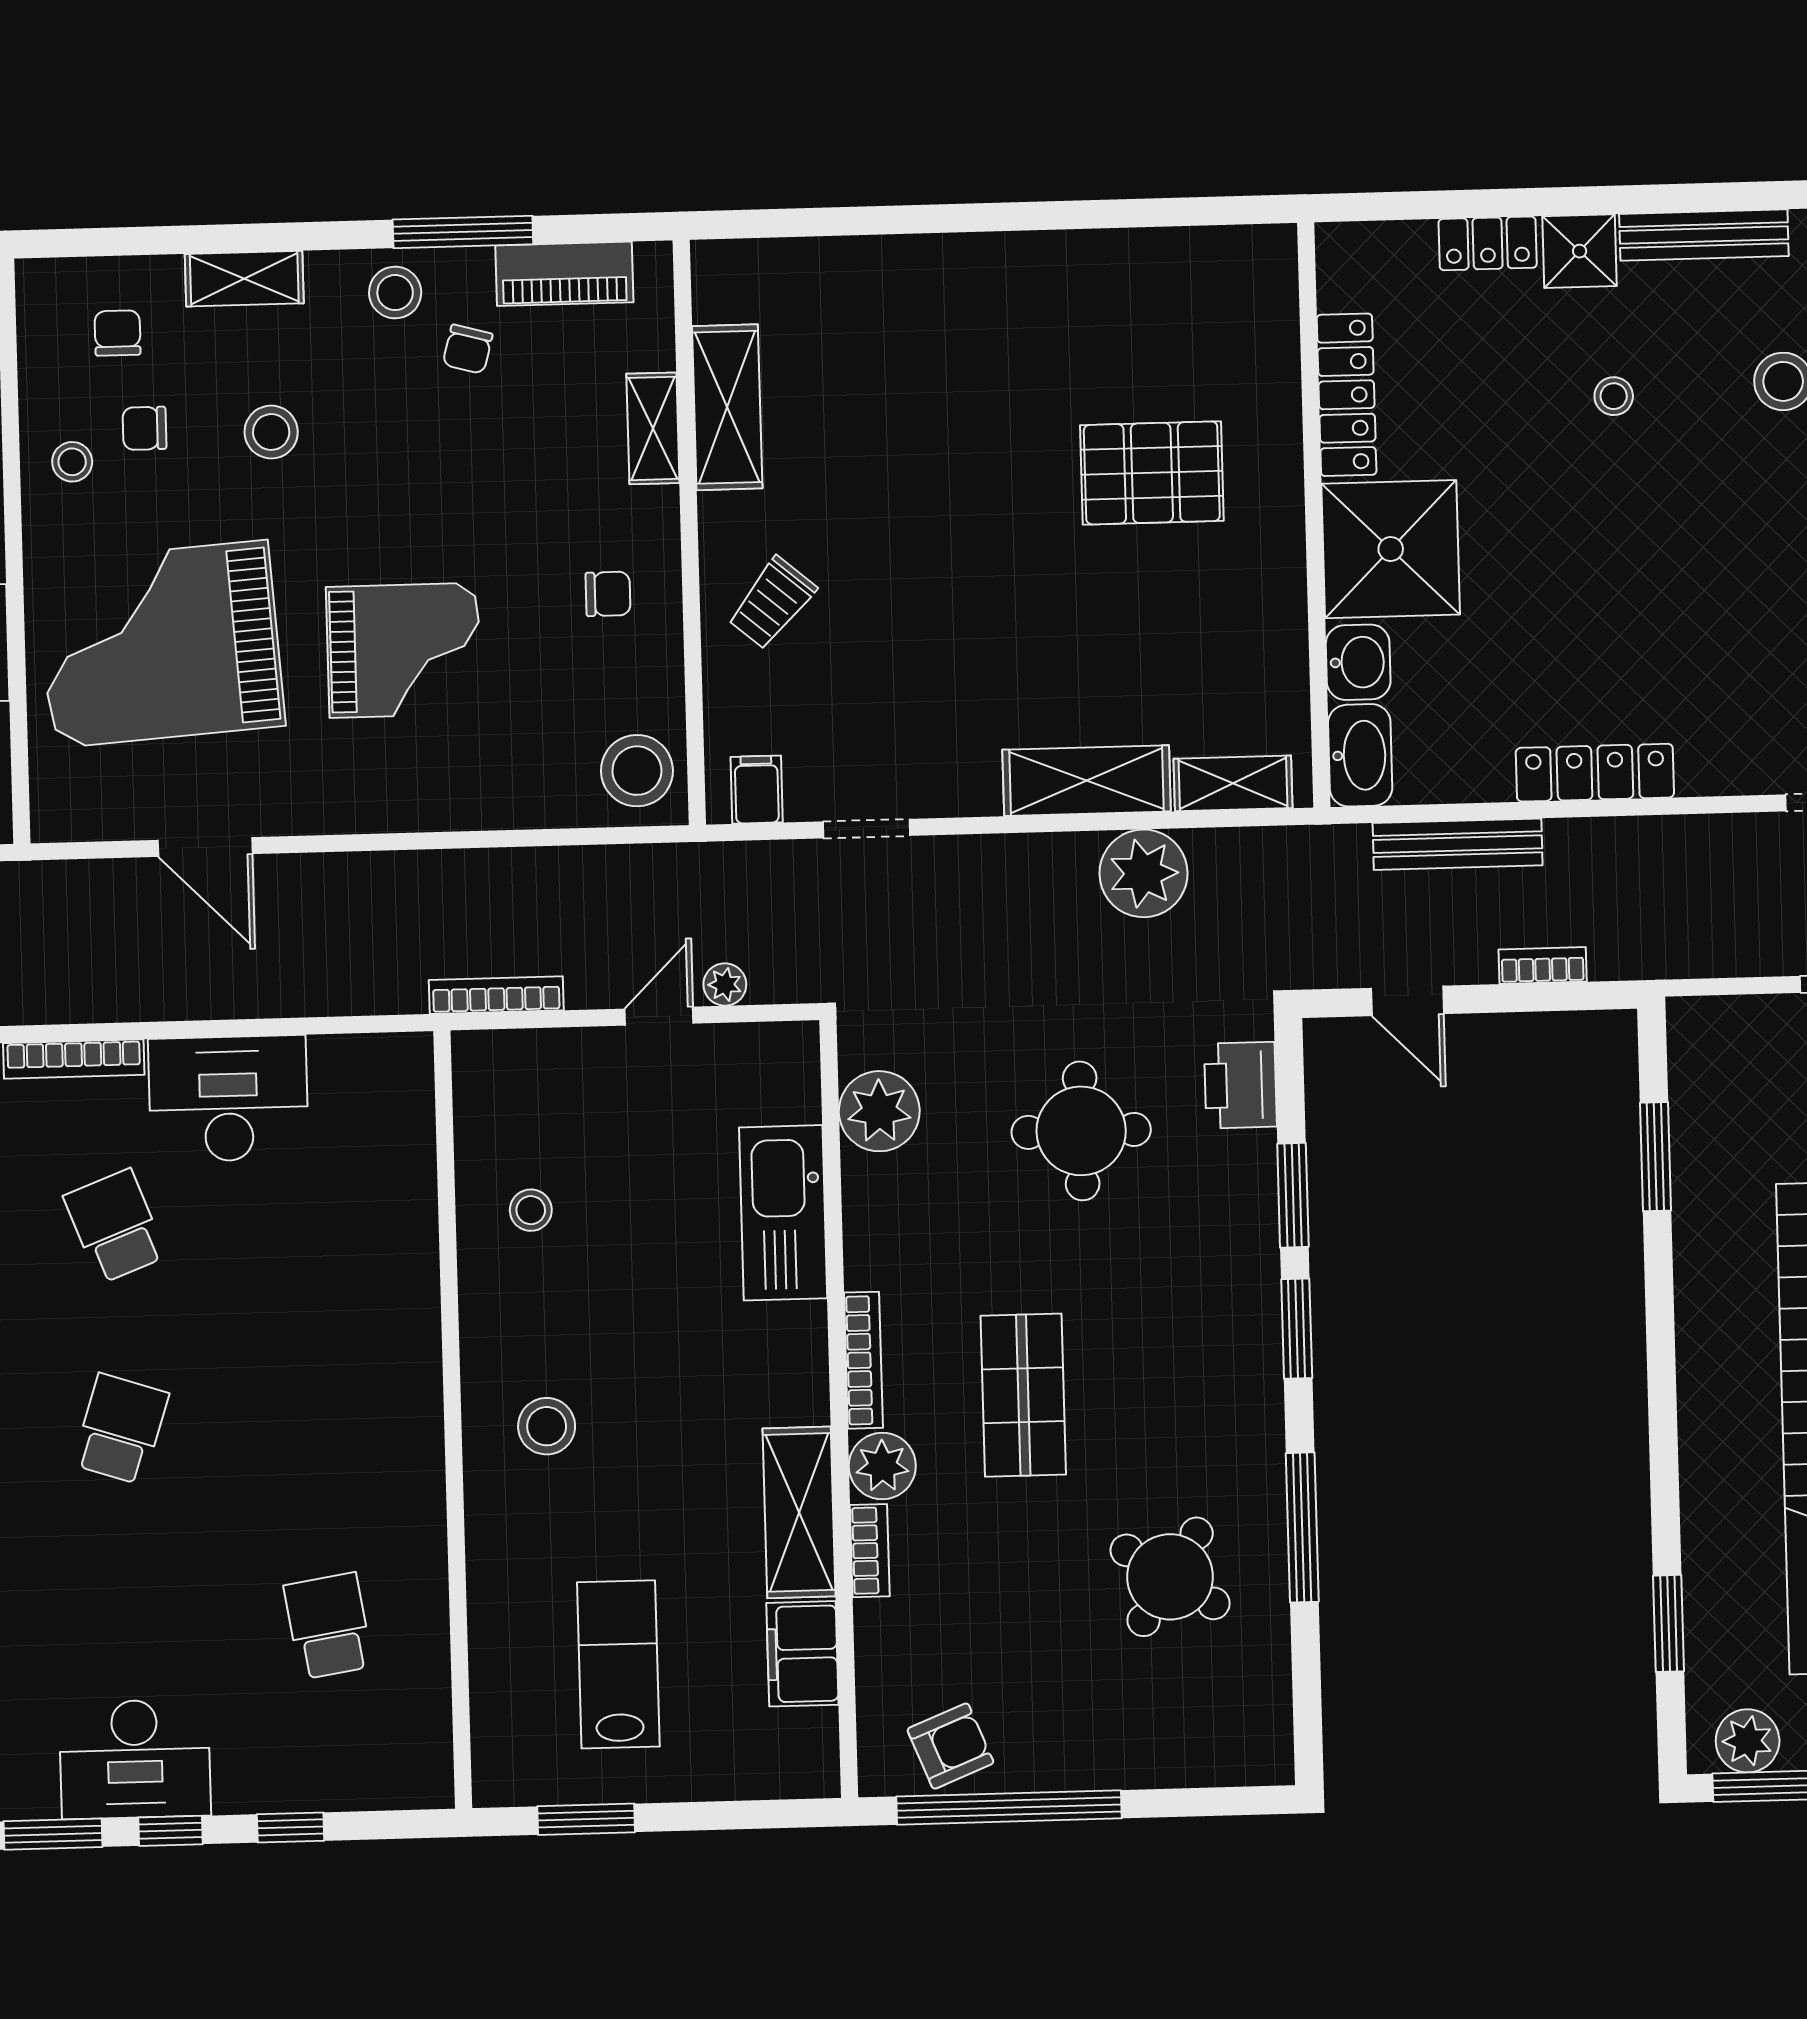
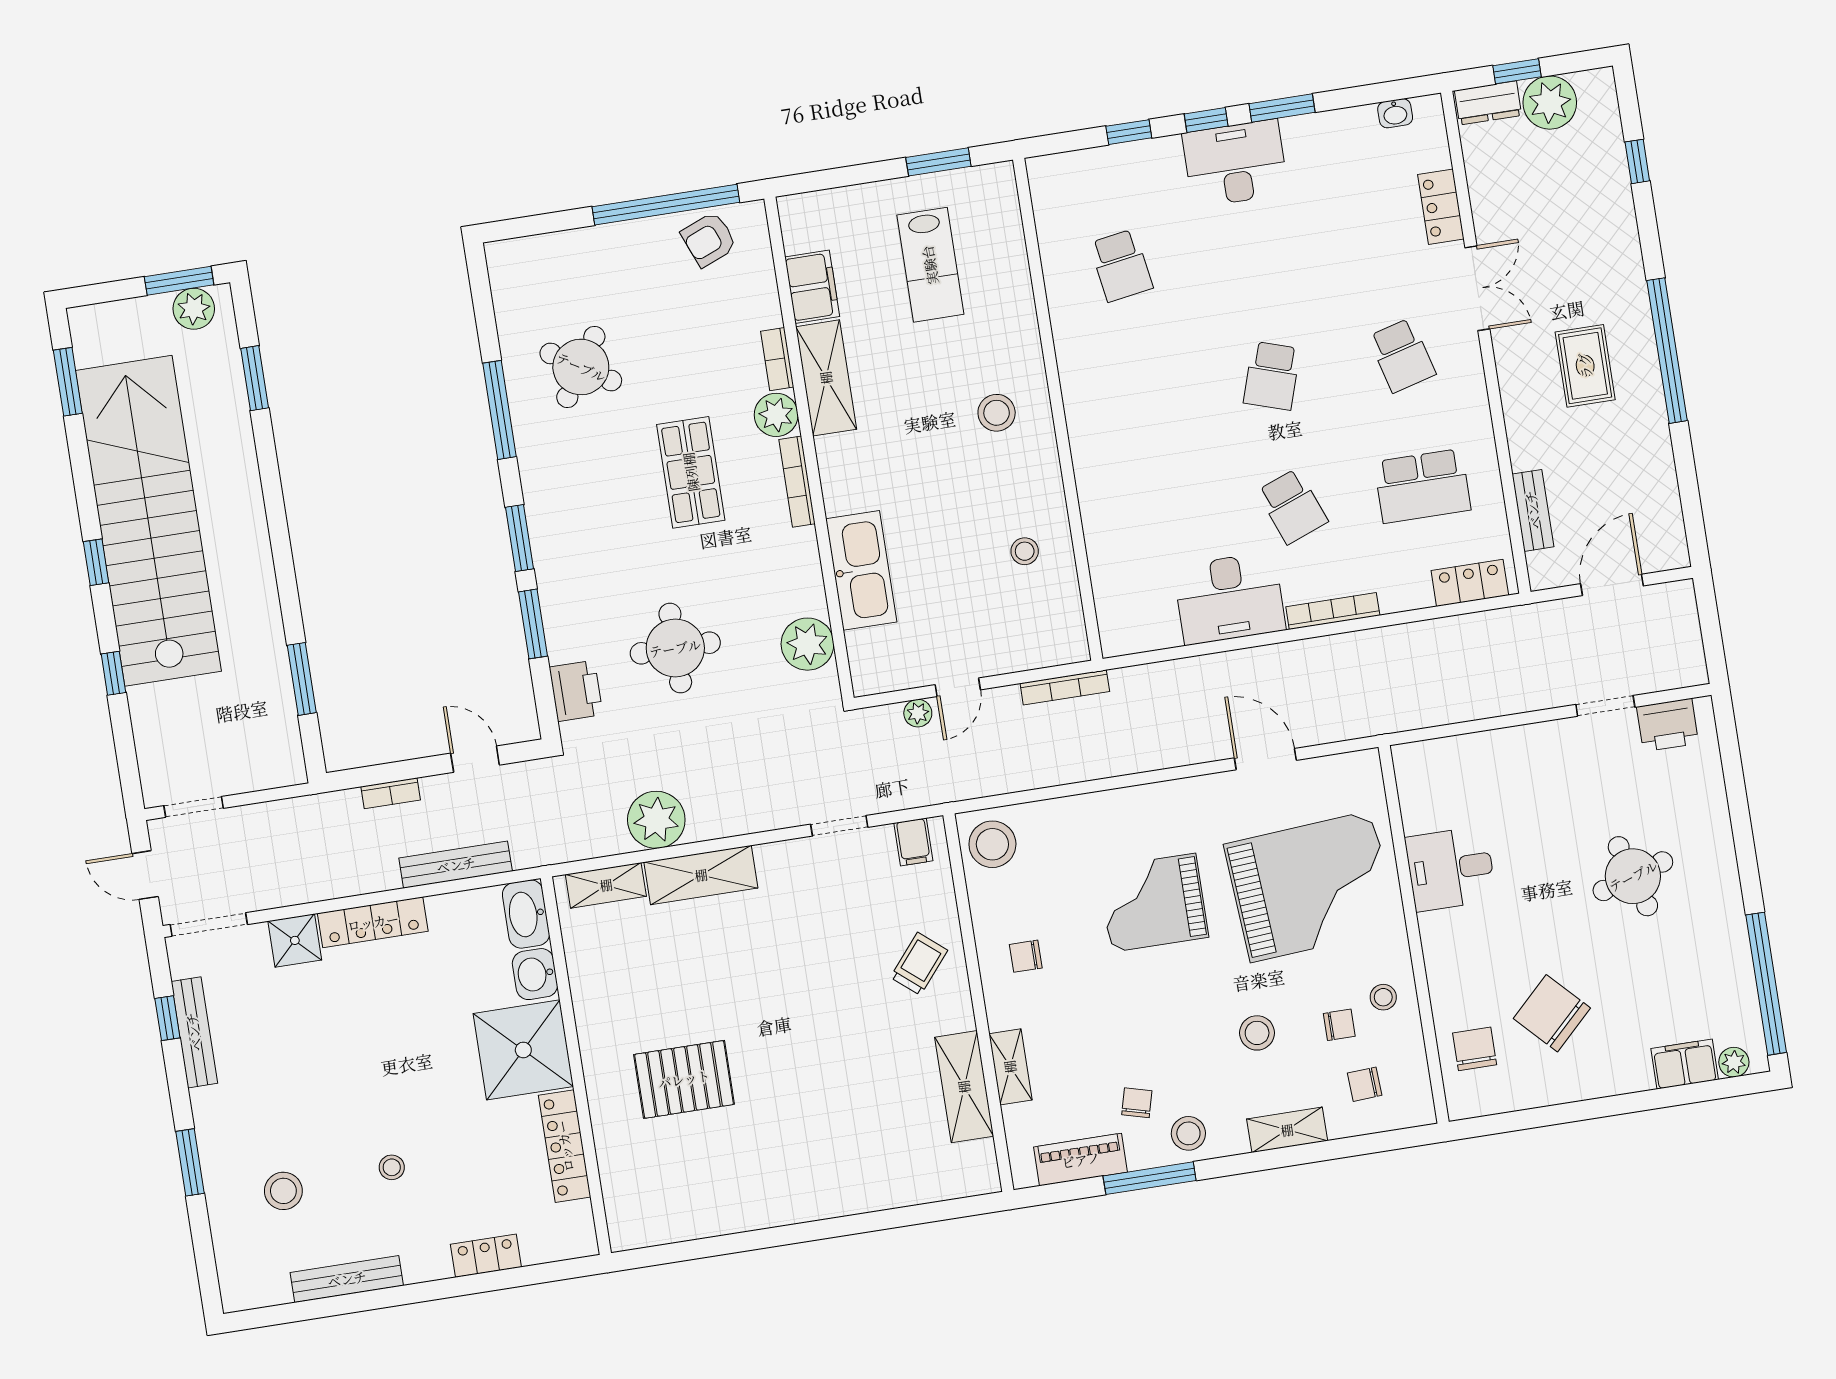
shower: (1580, 251) -> (295, 940), moved
chair: (118, 333) -> (1365, 1084), turned 87

